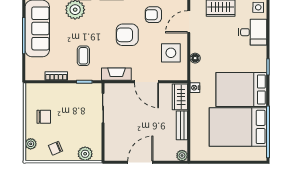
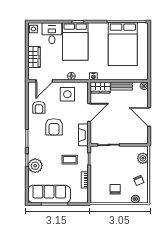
door: (189, 22) -> (44, 81), hinge flipped
bed: (241, 90) -> (75, 42), moved

